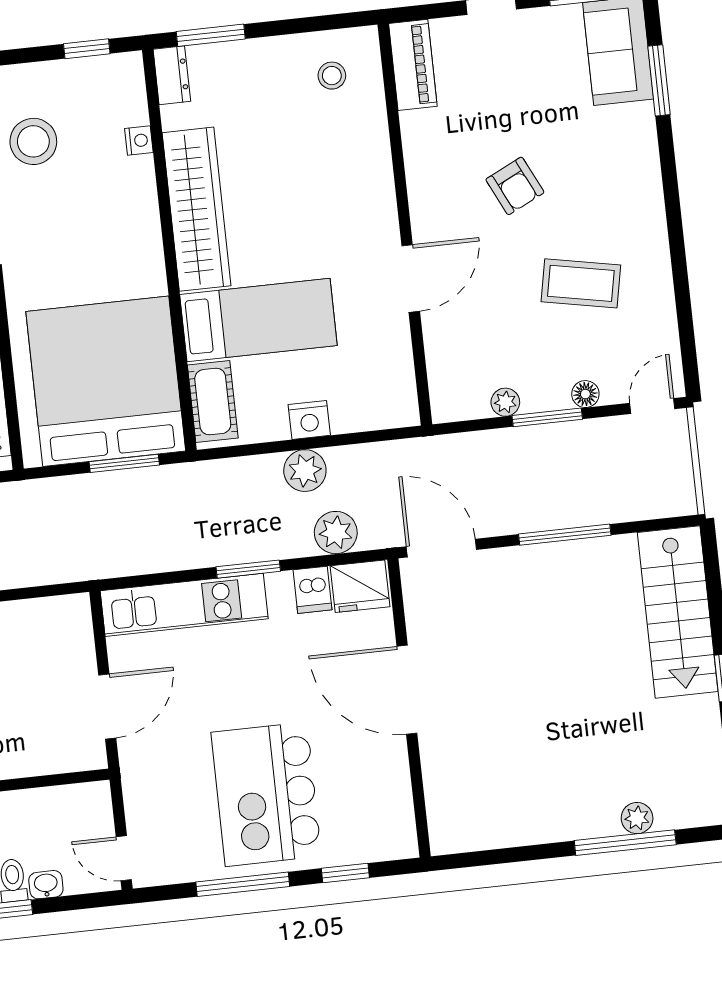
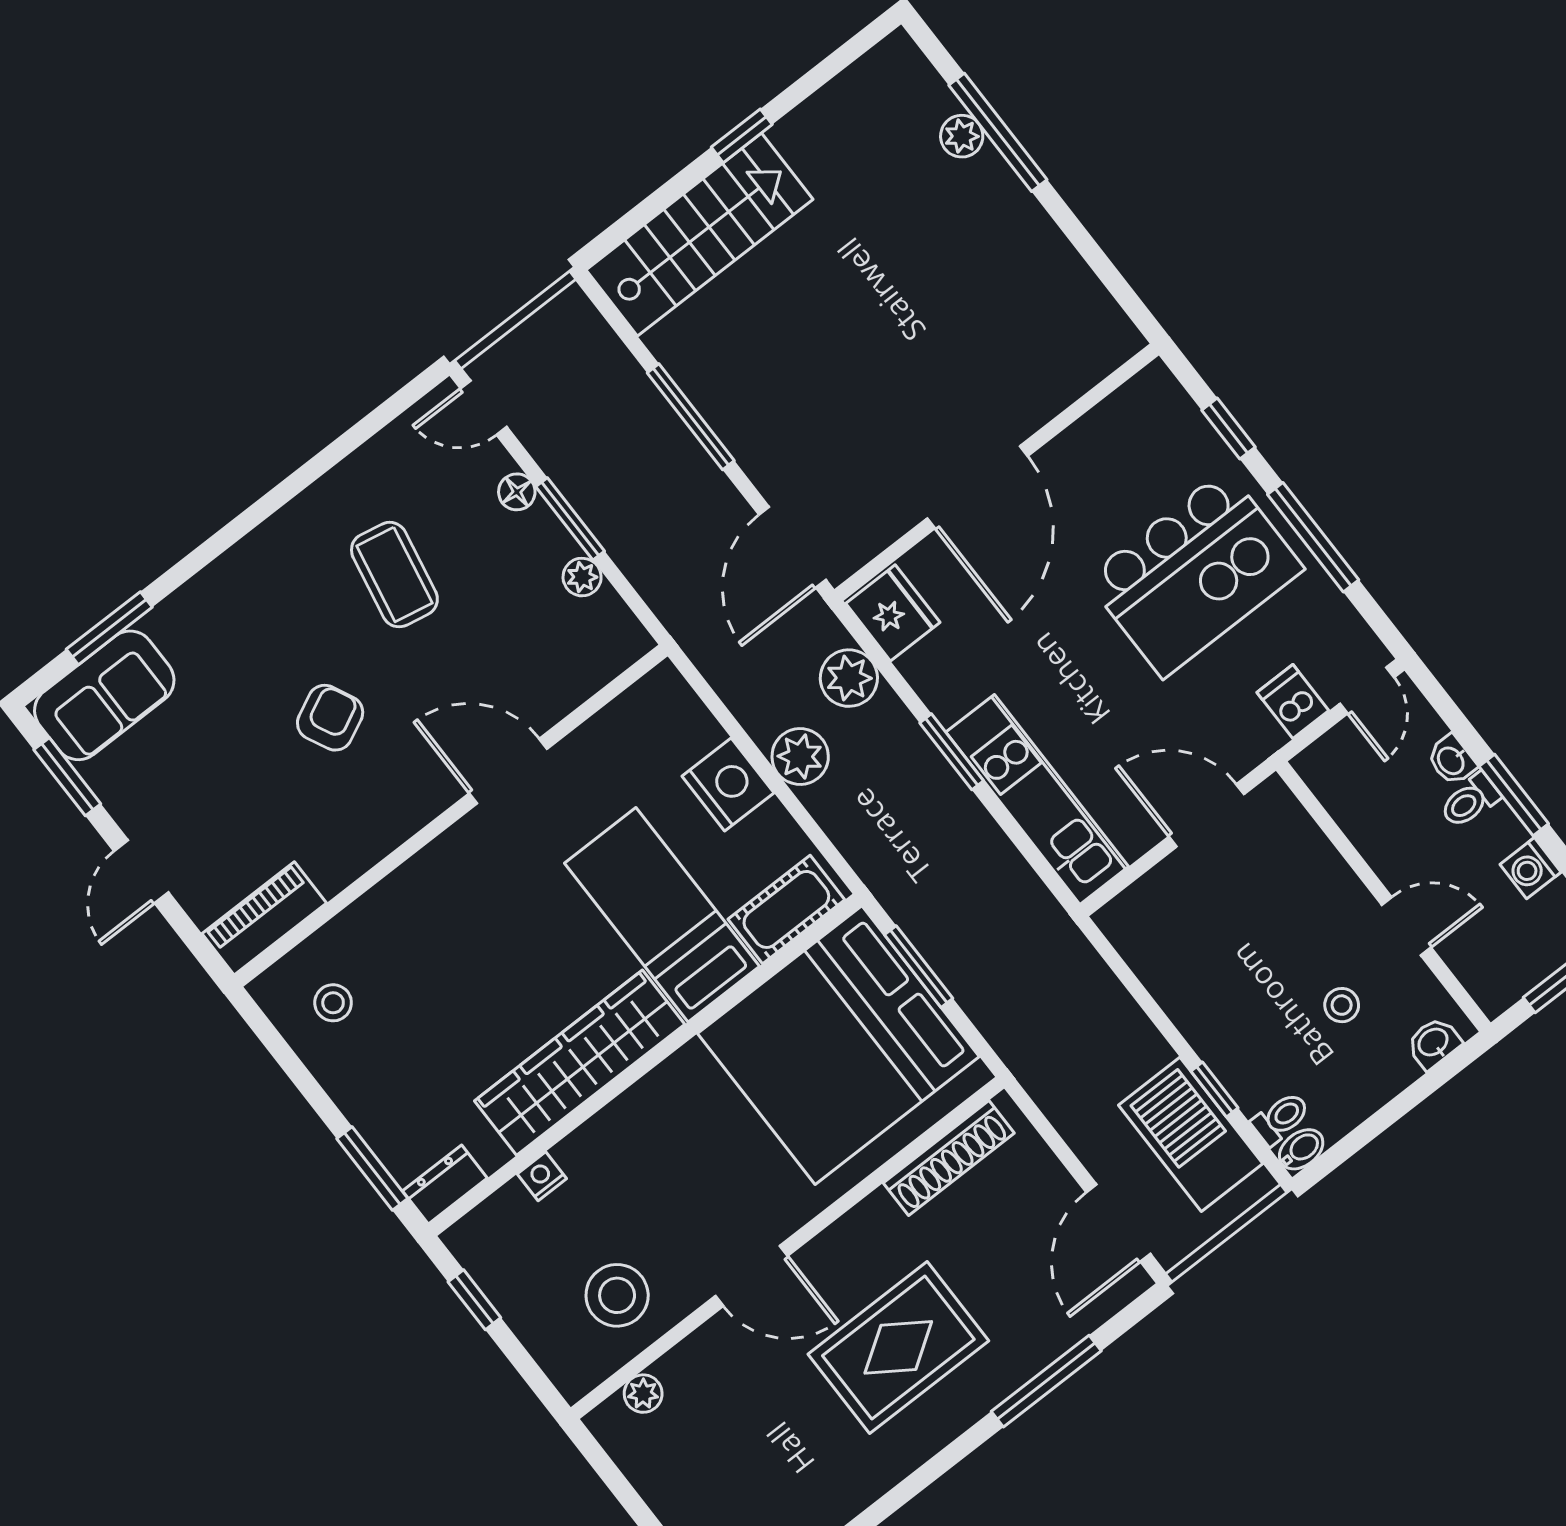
nightstand: (309, 420) -> (728, 784), width x1.36, depth x1.33
dishwasher: (313, 590) -> (1293, 702), moved, turned -90

